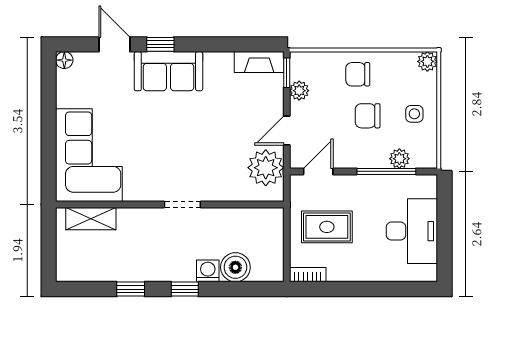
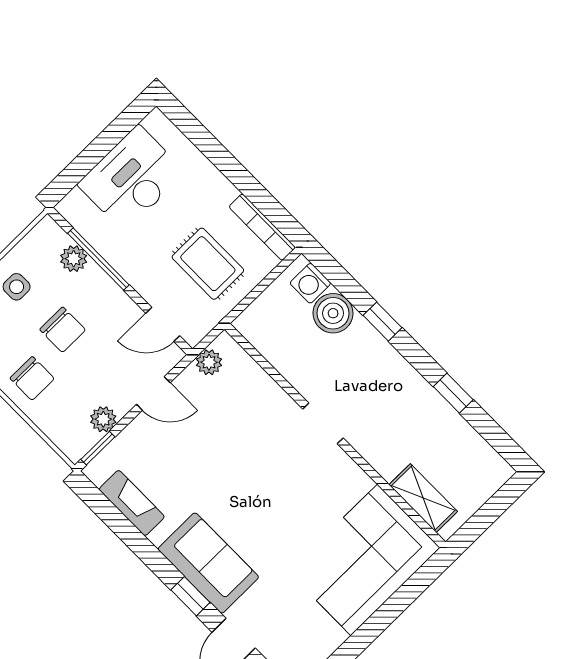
fireplace: (259, 62) -> (132, 503), moved
plant: (266, 168) -> (209, 362), width x0.53, depth x0.53
washing machine: (208, 271) -> (310, 283), moved
bookcase: (308, 275) -> (262, 227), width x1.56
window: (185, 289) -> (383, 322), moved

